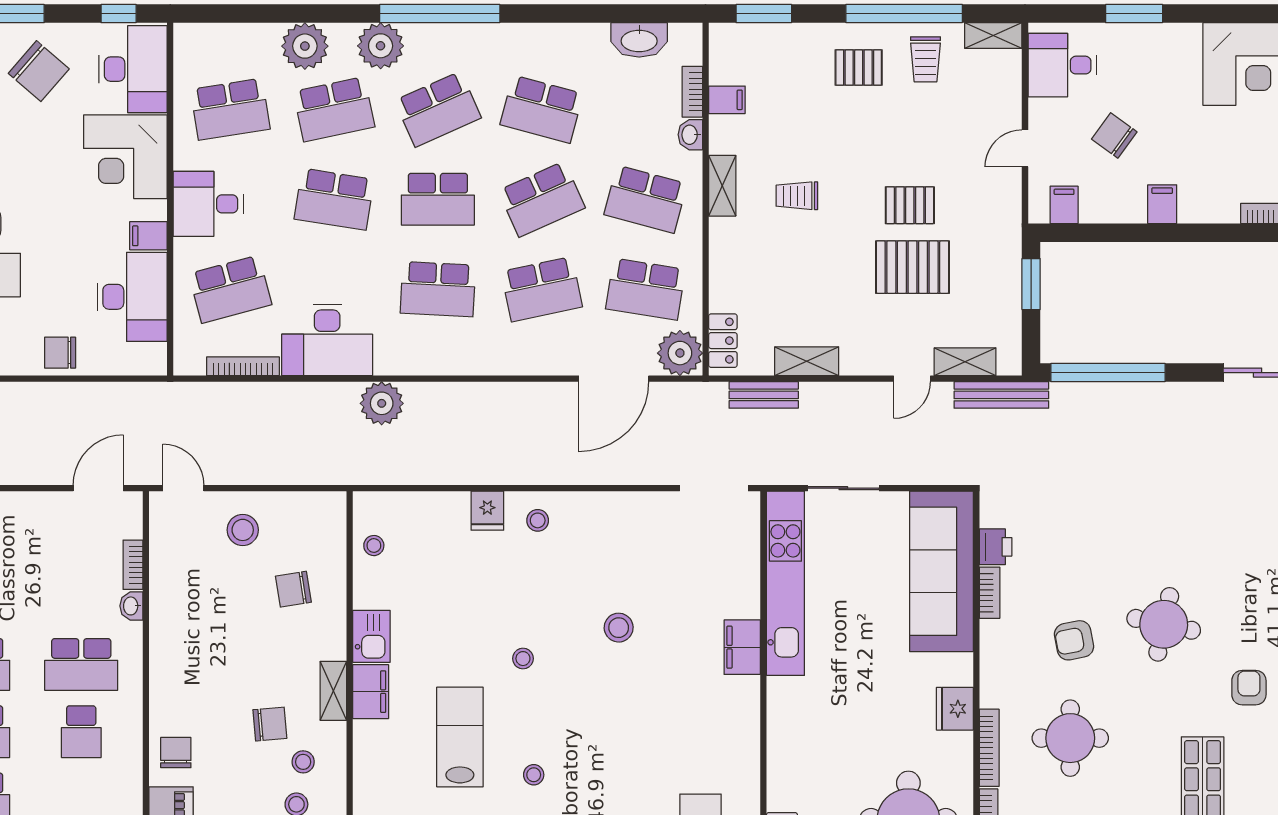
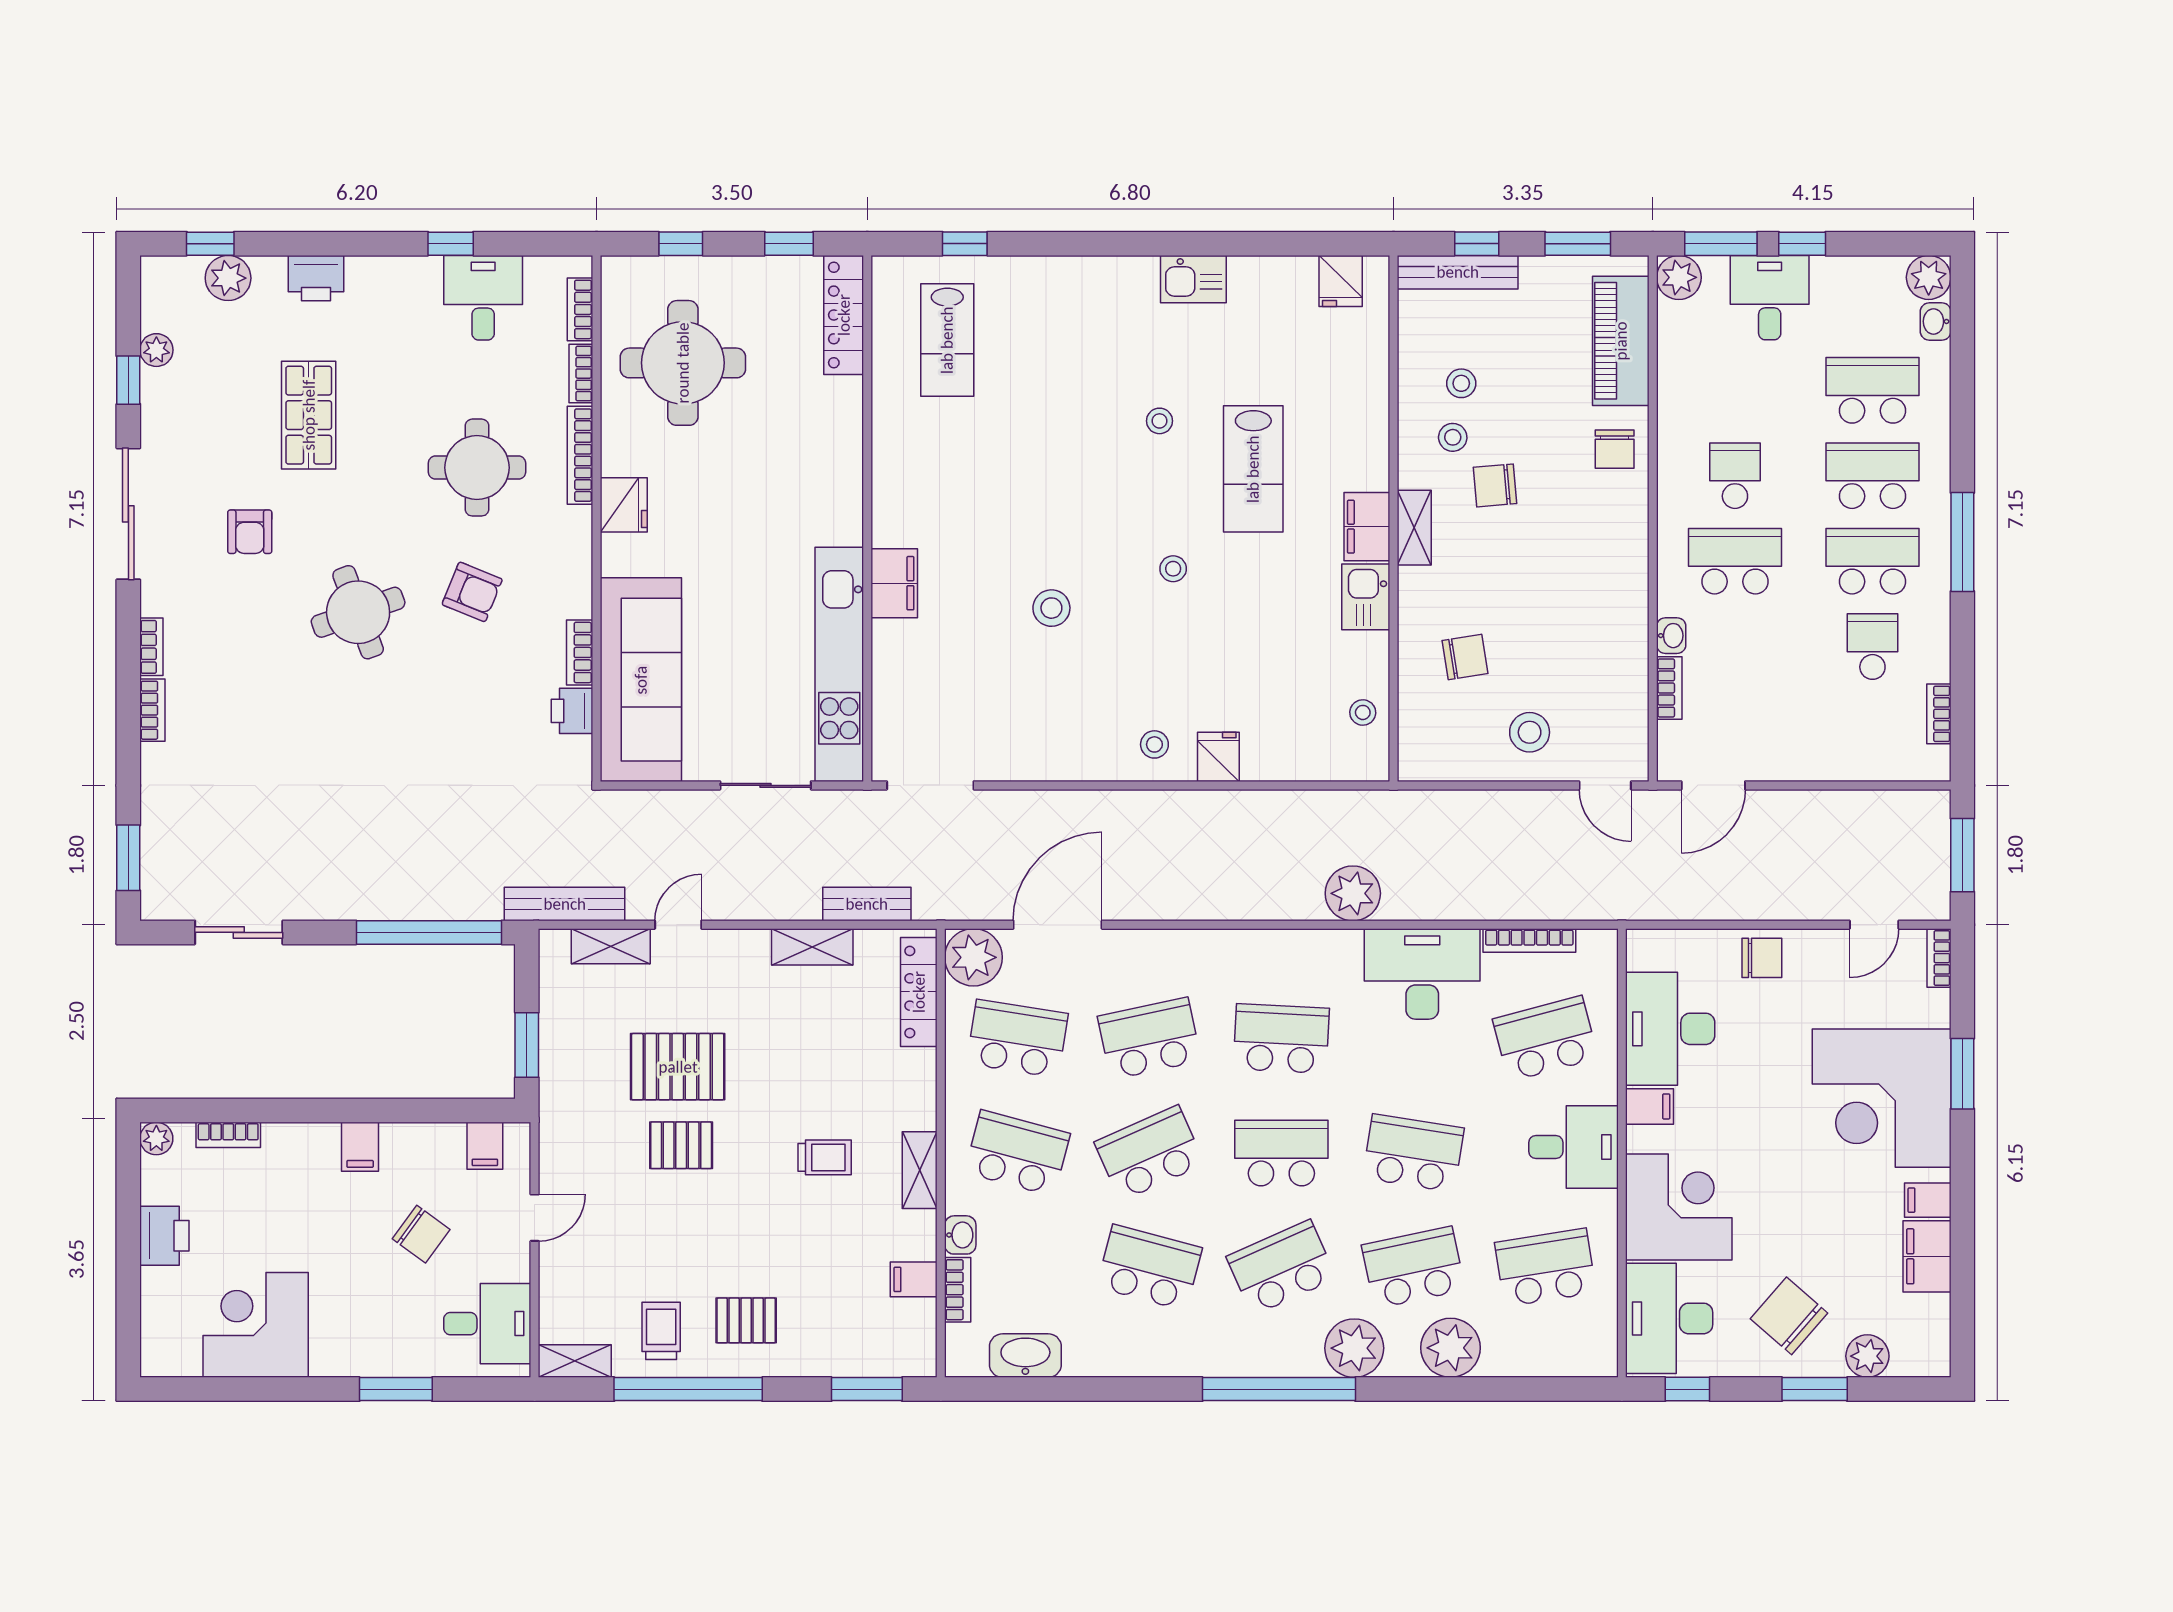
locker: (723, 341) -> (919, 992), width x1.53
round table: (1164, 624) -> (358, 612), turned -32
armchair: (1074, 640) -> (472, 592), turned 33

